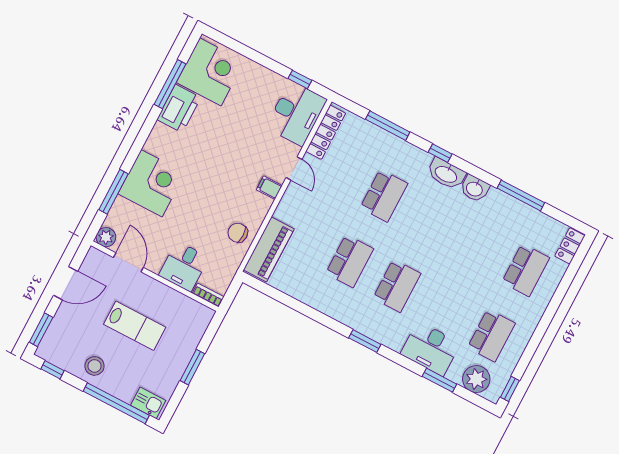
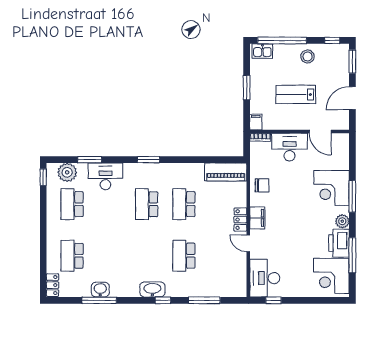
locker: (326, 132) -> (240, 220), moved, width x0.66
filing cabinet: (269, 188) -> (257, 218), width x2.00
washbasin: (475, 189) -> (100, 290), moved
window: (114, 192) -> (352, 196), moved
plant: (106, 237) -> (342, 221), moved
piano: (269, 249) -> (226, 172), moved, turned -90
desk: (184, 266) -> (289, 147), width x1.37
filing cabinet: (204, 317) -> (256, 122), added

